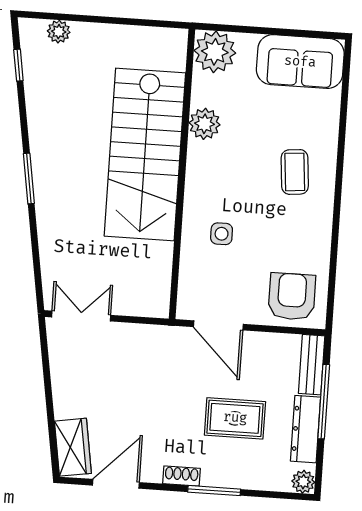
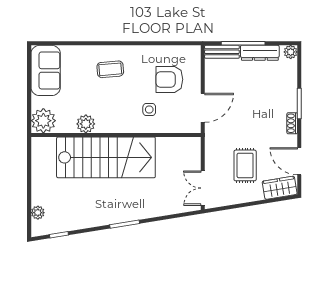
armchair: (292, 297) -> (169, 79), moved
rug: (235, 418) -> (245, 165), moved

